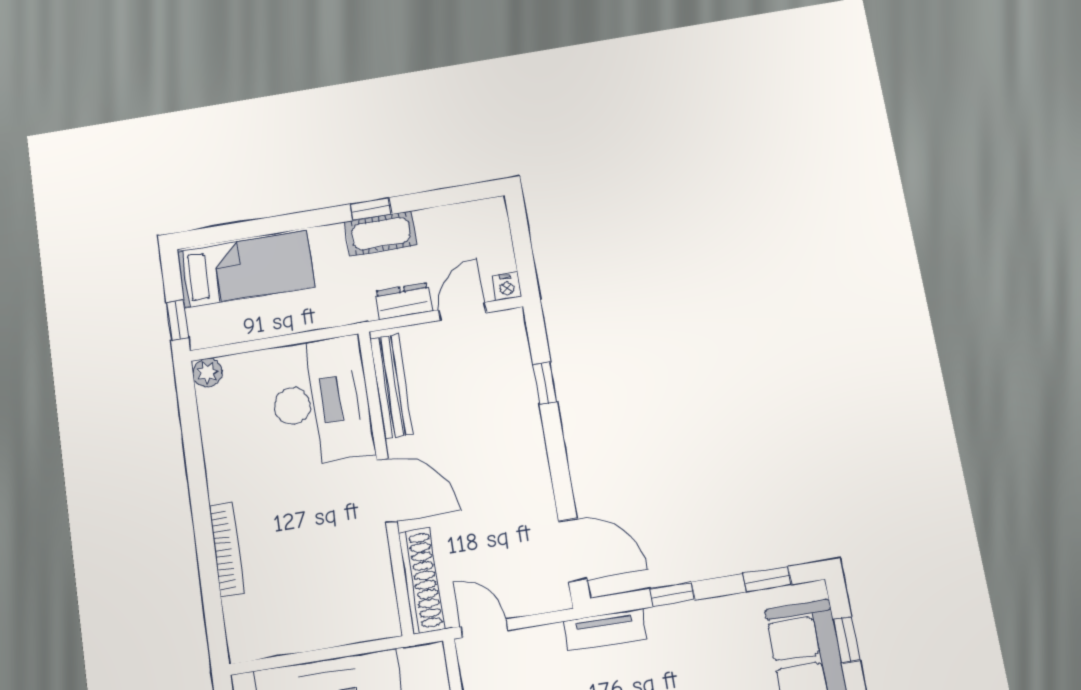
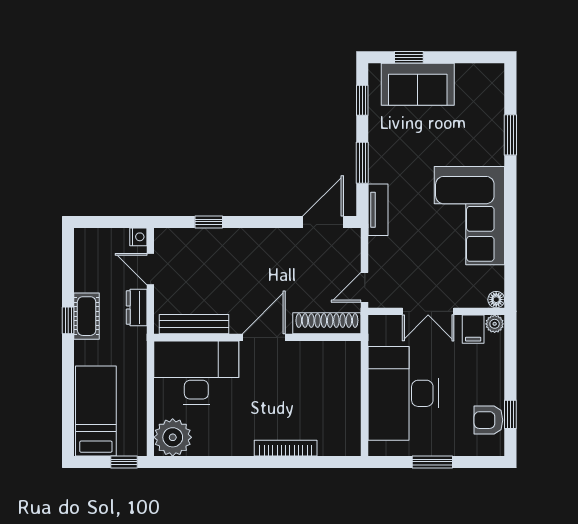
plant: (207, 373) -> (173, 437), width x1.88, depth x1.88
window: (672, 594) -> (362, 163), width x1.50

